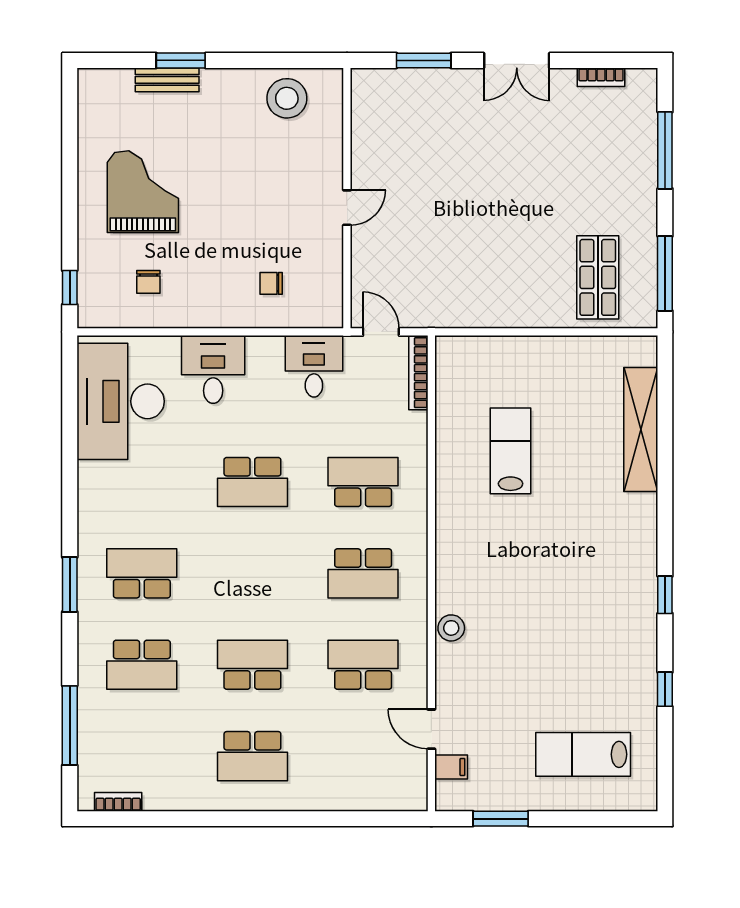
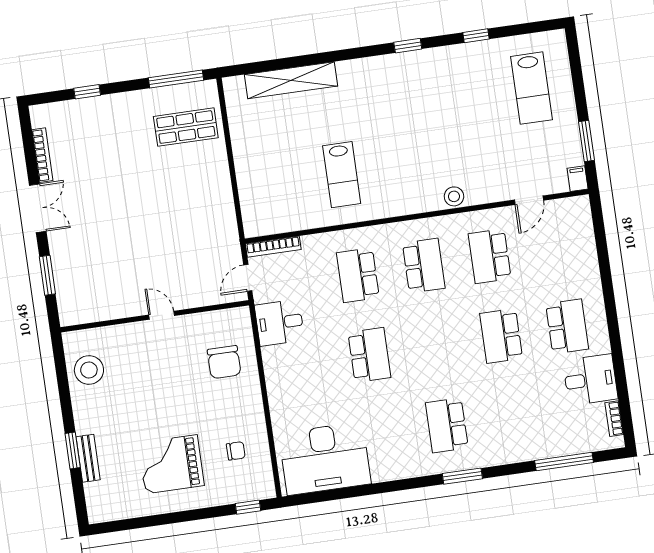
bookcase: (601, 77) -> (42, 155), width x1.56
window: (665, 150) -> (87, 92), width x0.46
chair: (271, 283) -> (224, 362), width x1.87, depth x1.87
desk: (213, 369) -> (590, 380), moved, turned 180
lab bench: (511, 451) -> (342, 175), moved, turned -90
school desk: (142, 665) -> (513, 416), removed
filing cabinet: (451, 767) -> (578, 179), moved

